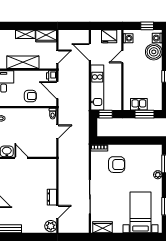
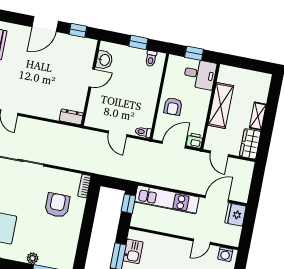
fridge: (109, 36) -> (236, 215), moved
door: (122, 57) -> (202, 242), swing flipped
armchair: (117, 165) -> (57, 205), turned 180
dresser: (52, 197) -> (71, 117), moved

